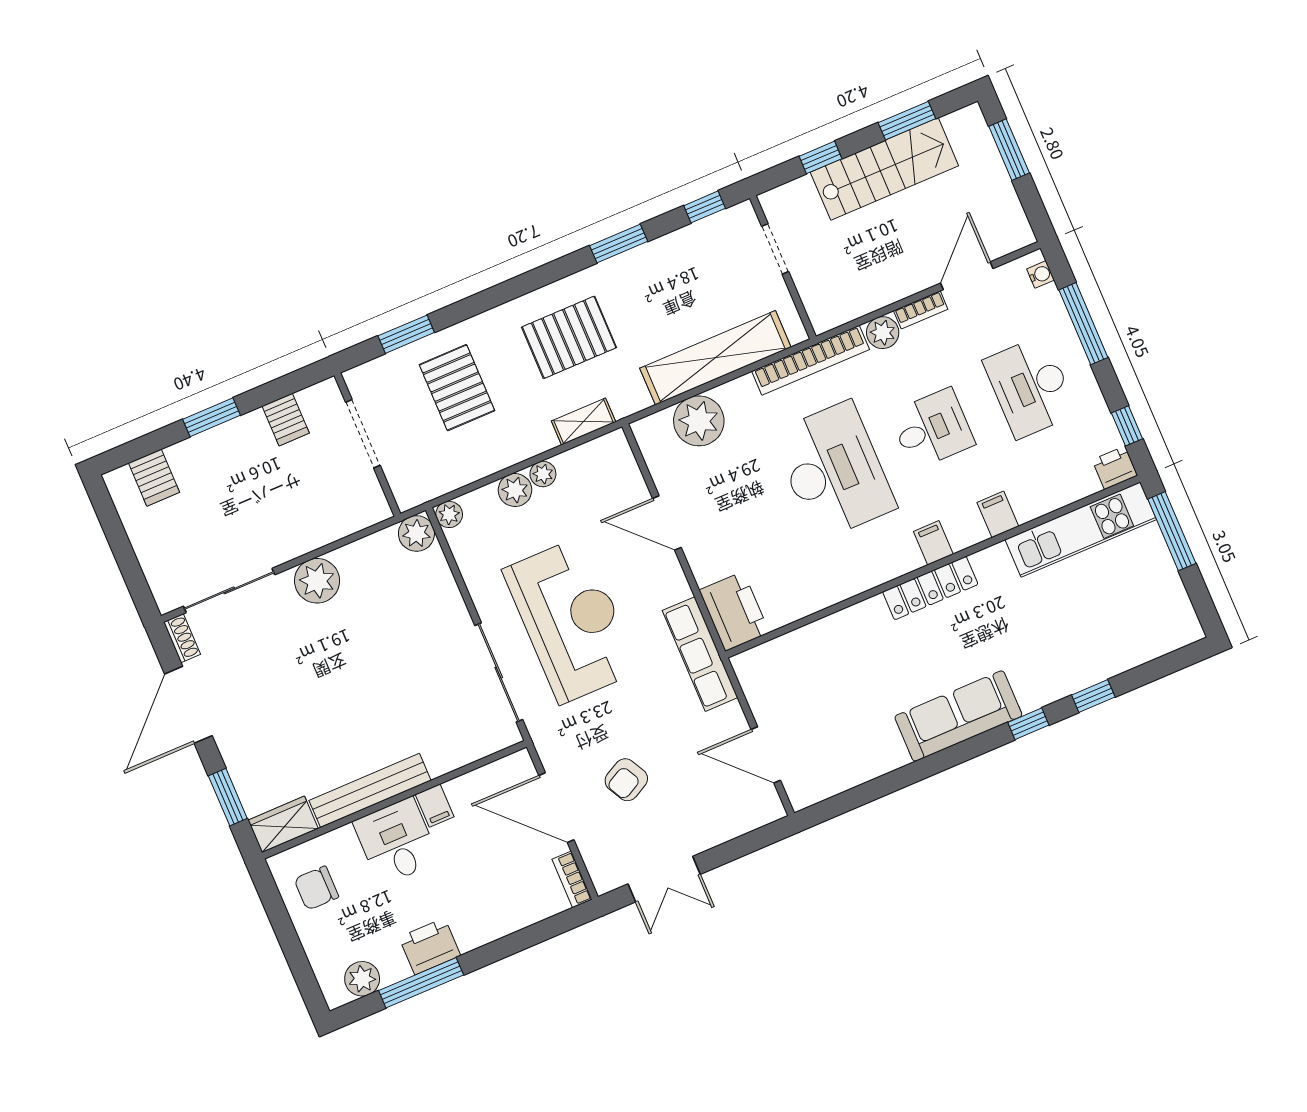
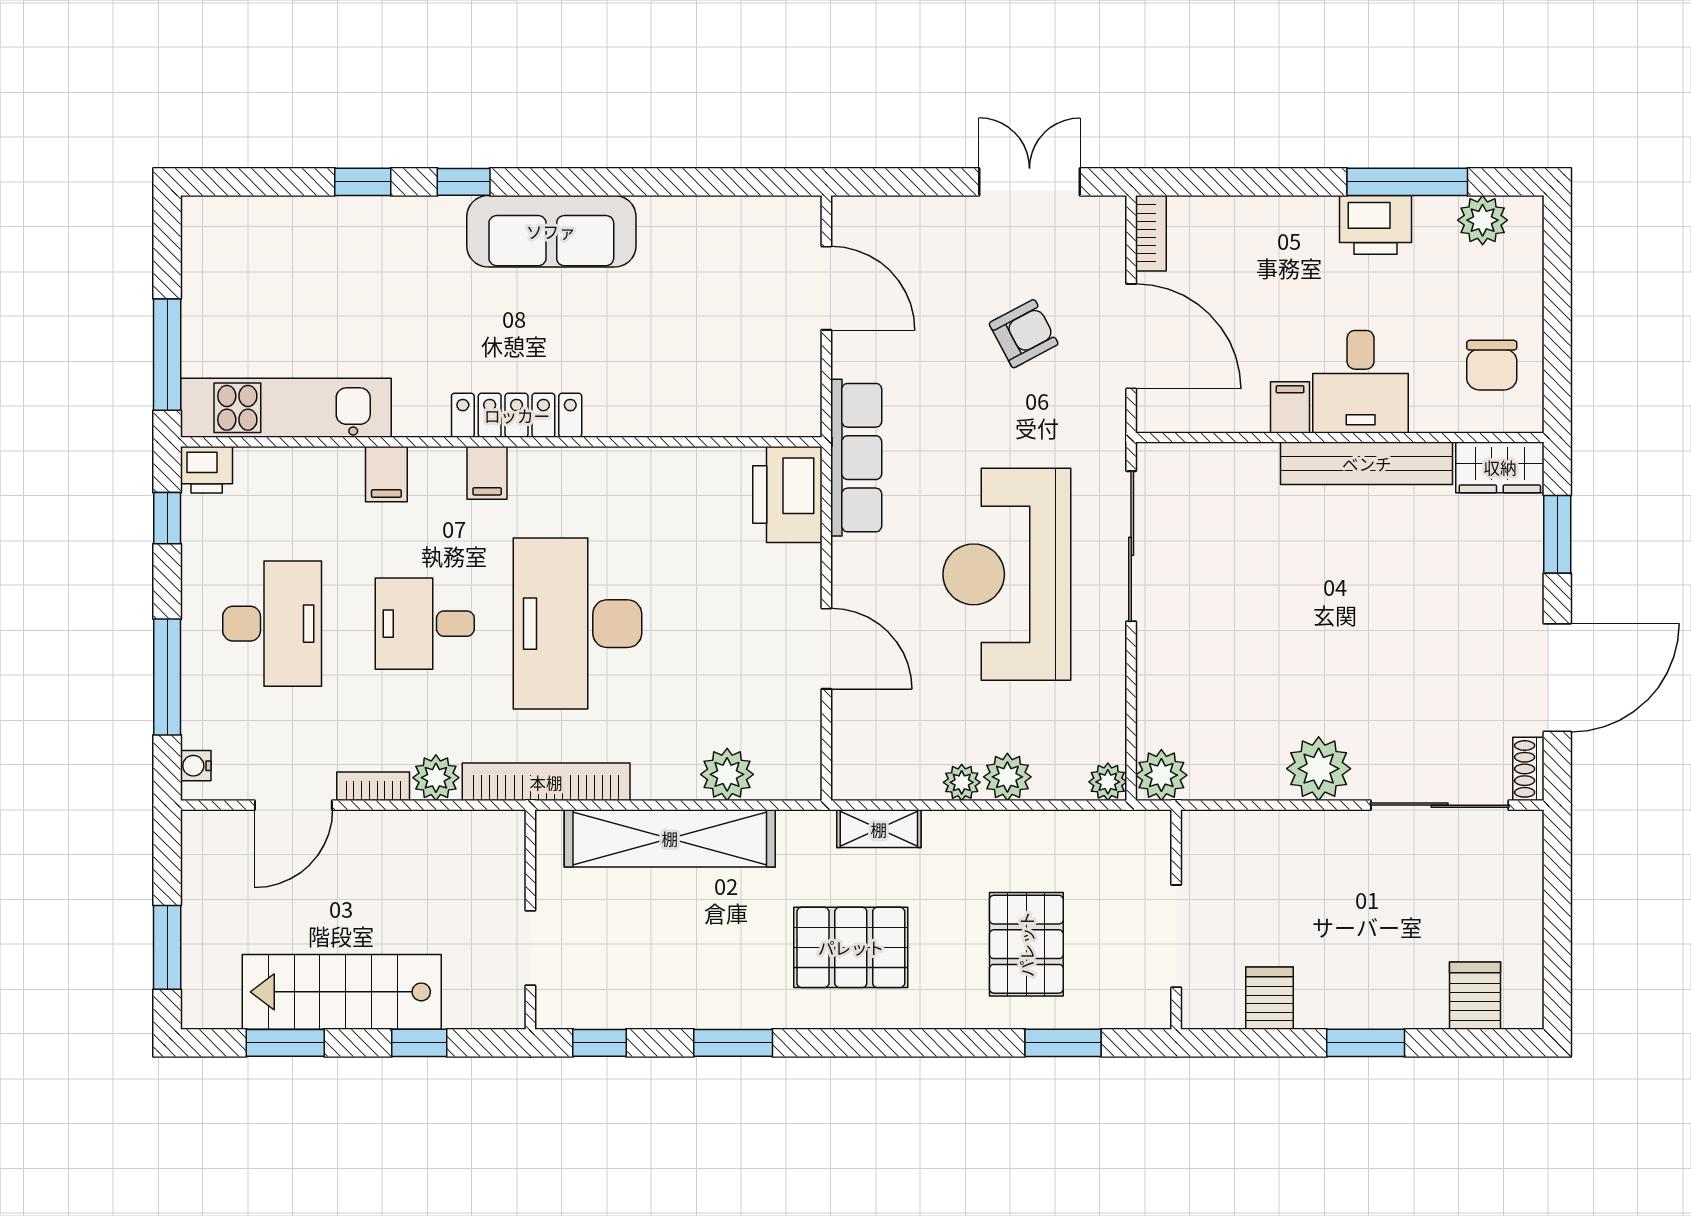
plant: (699, 421) -> (727, 774), width x0.73, depth x0.73
chair: (316, 888) -> (1492, 365), turned 90

